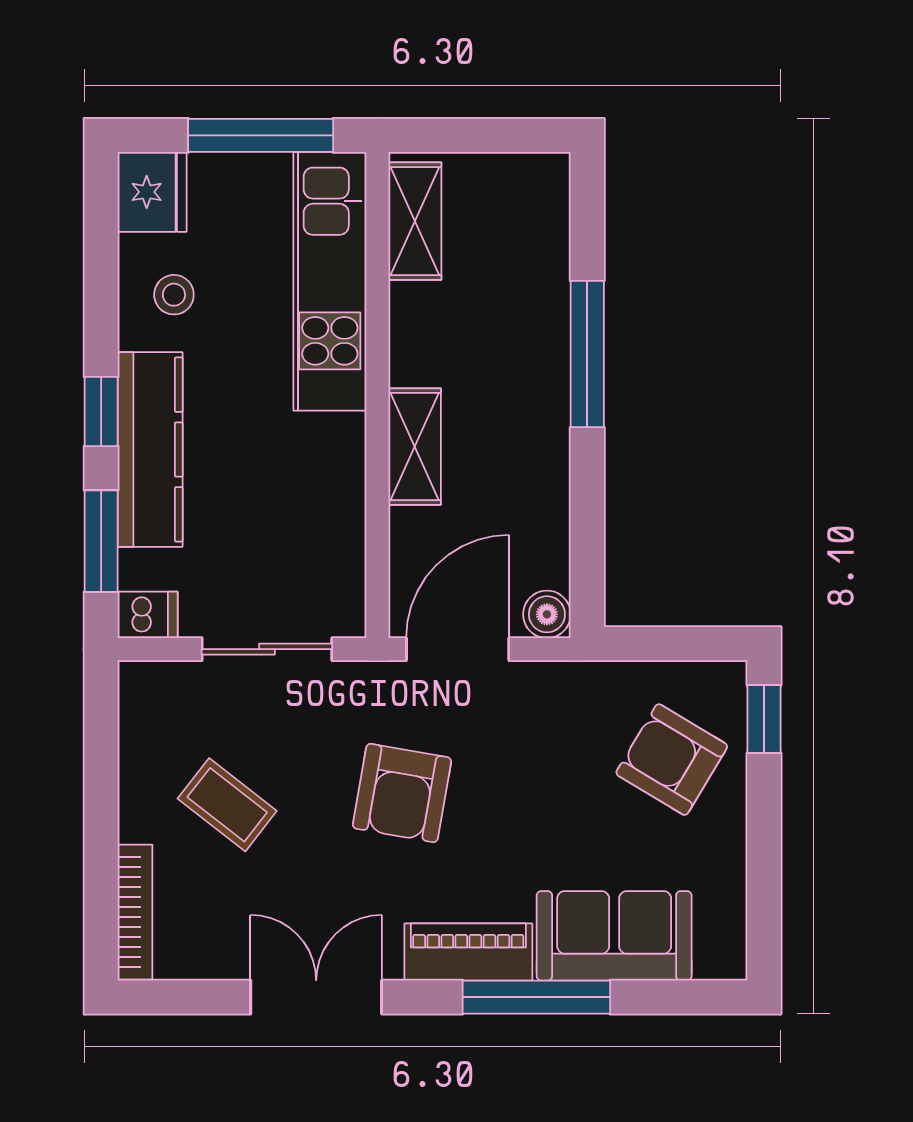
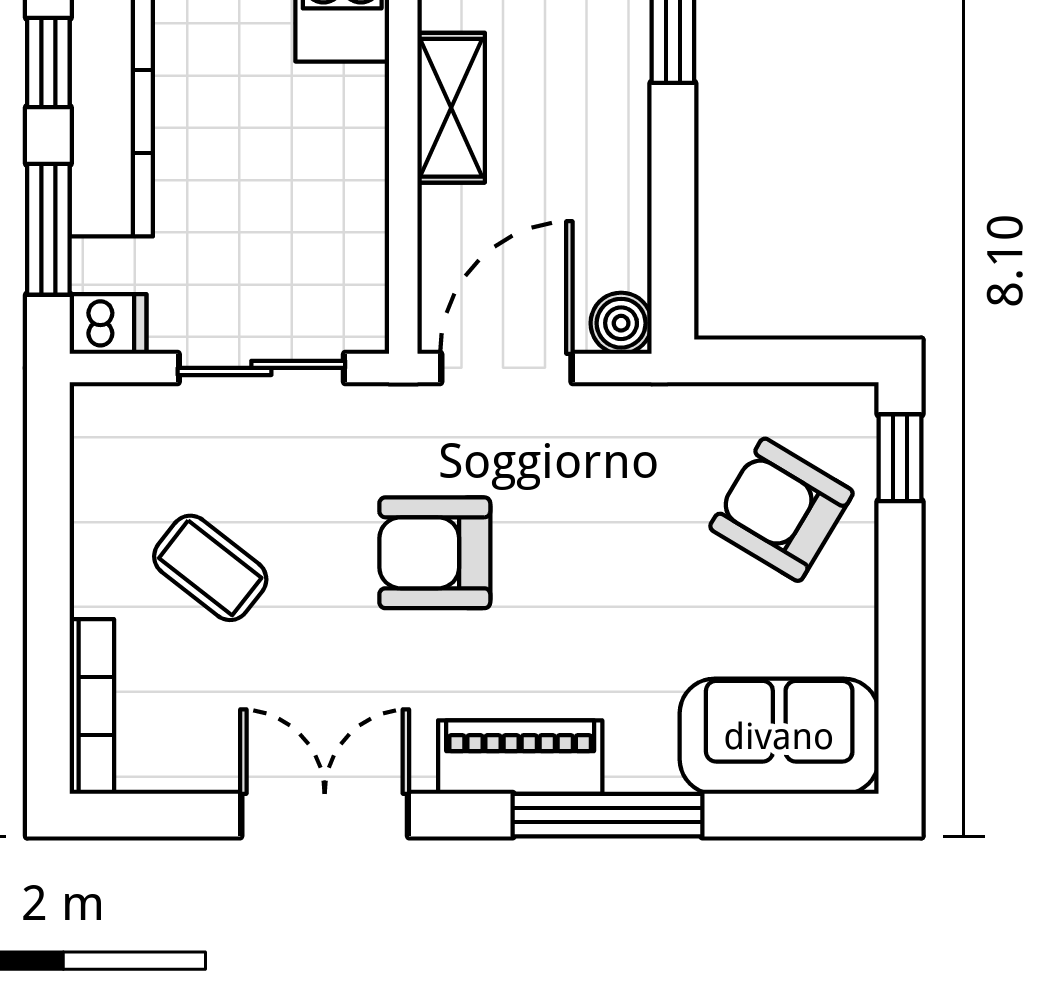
armchair: (402, 793) -> (435, 553), turned 80
sofa: (614, 936) -> (779, 736), moved

